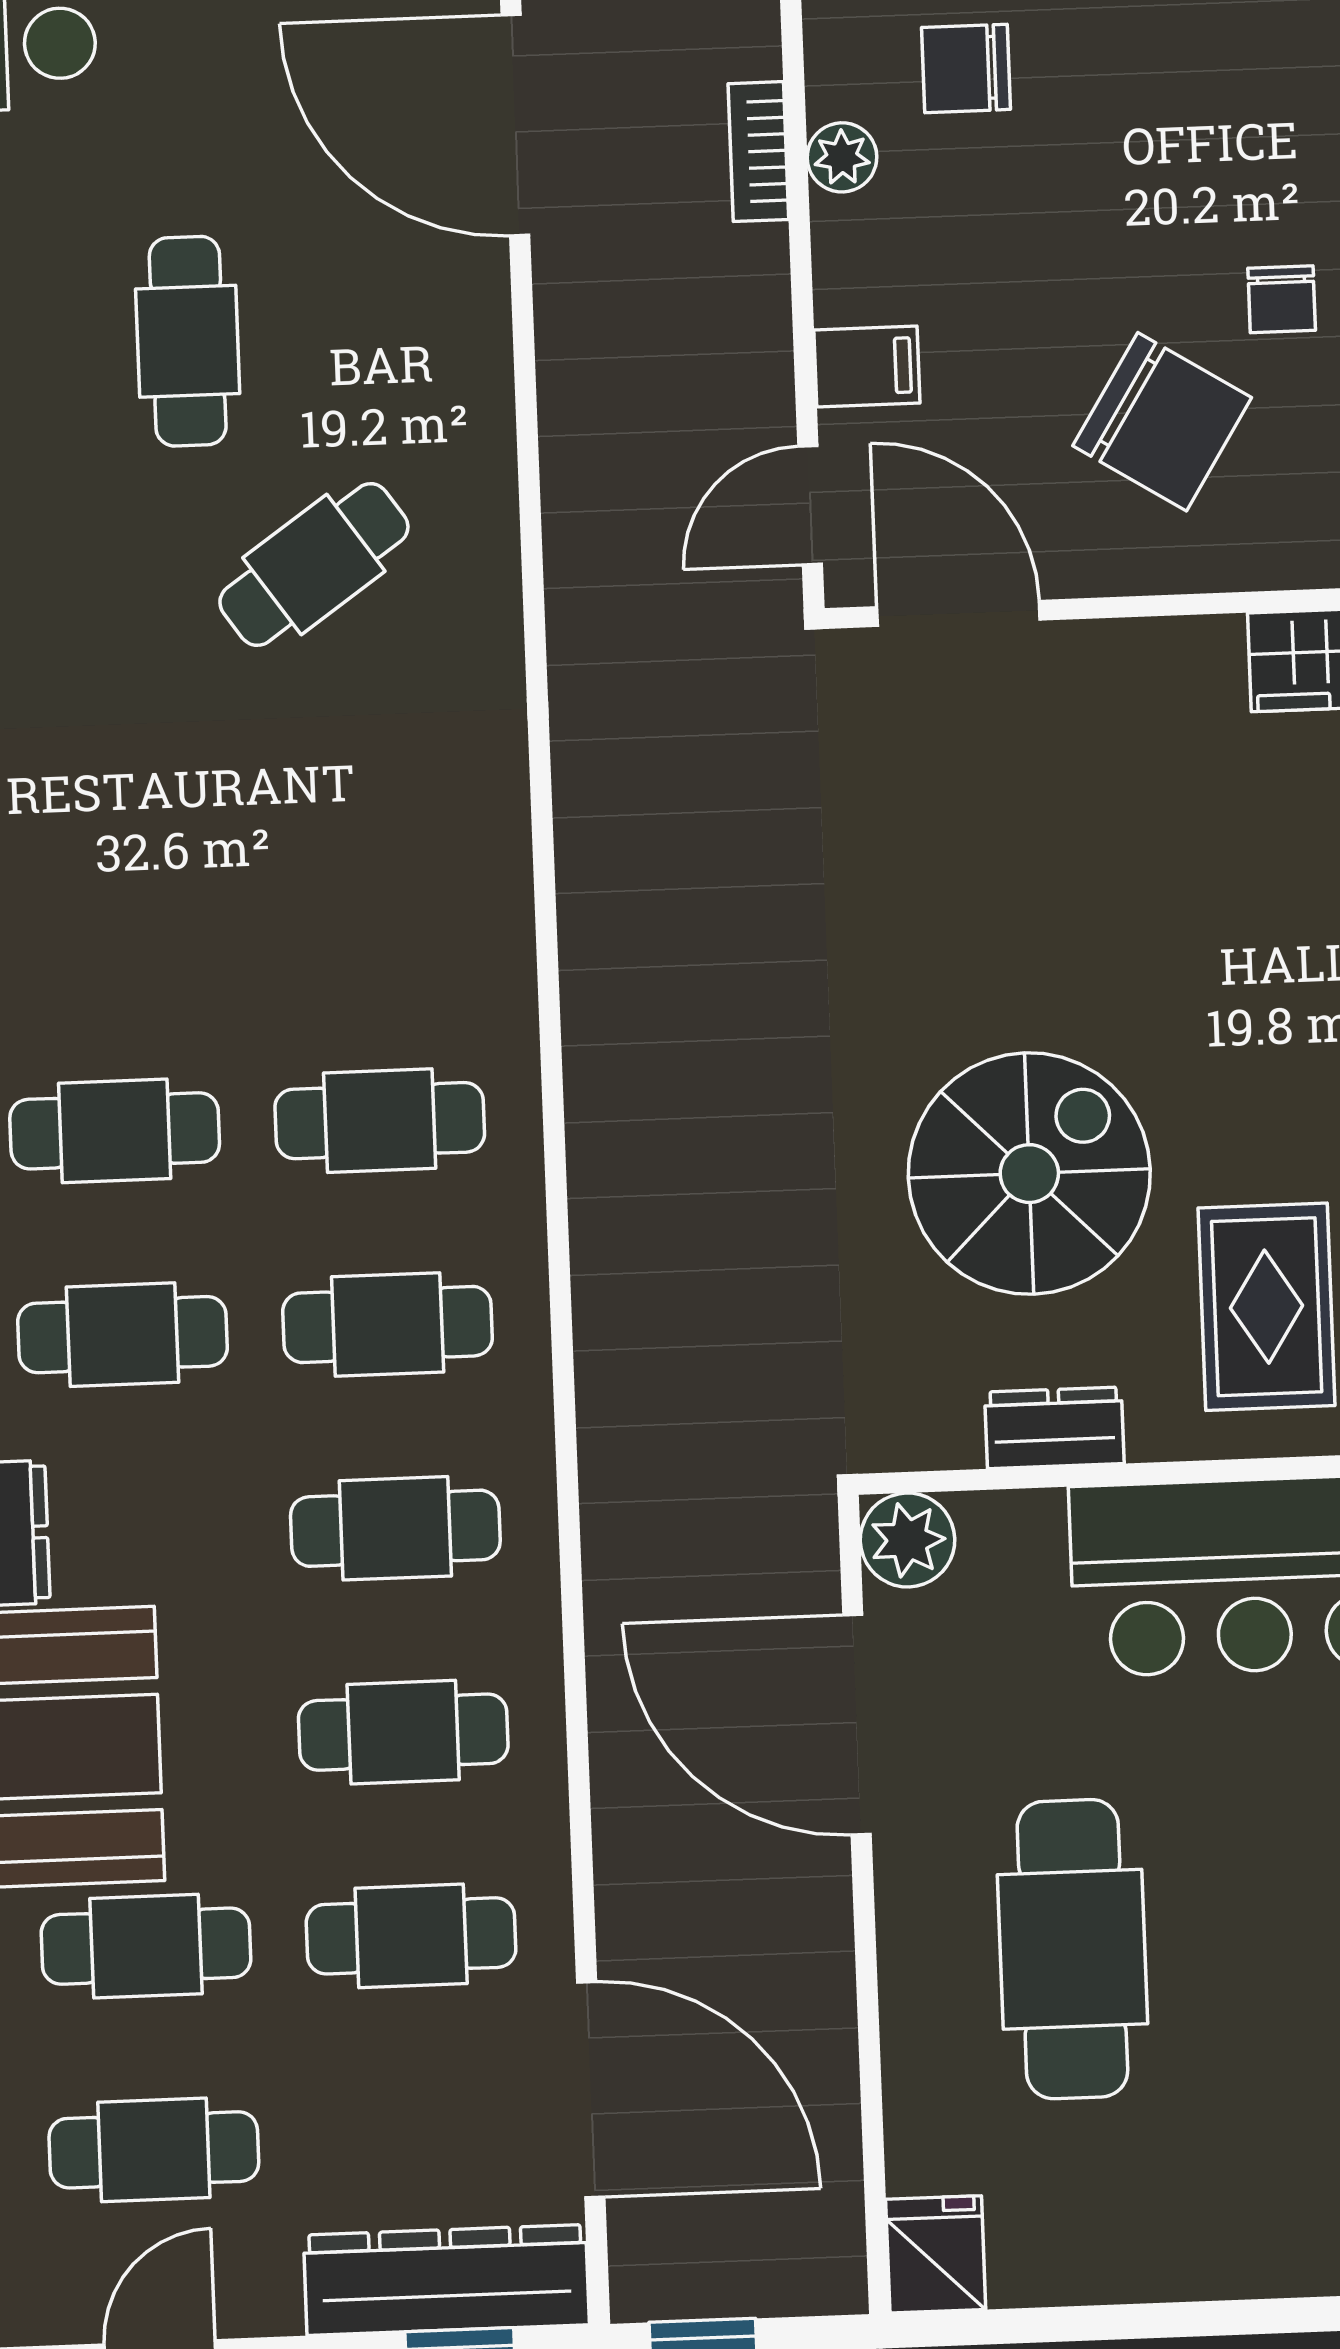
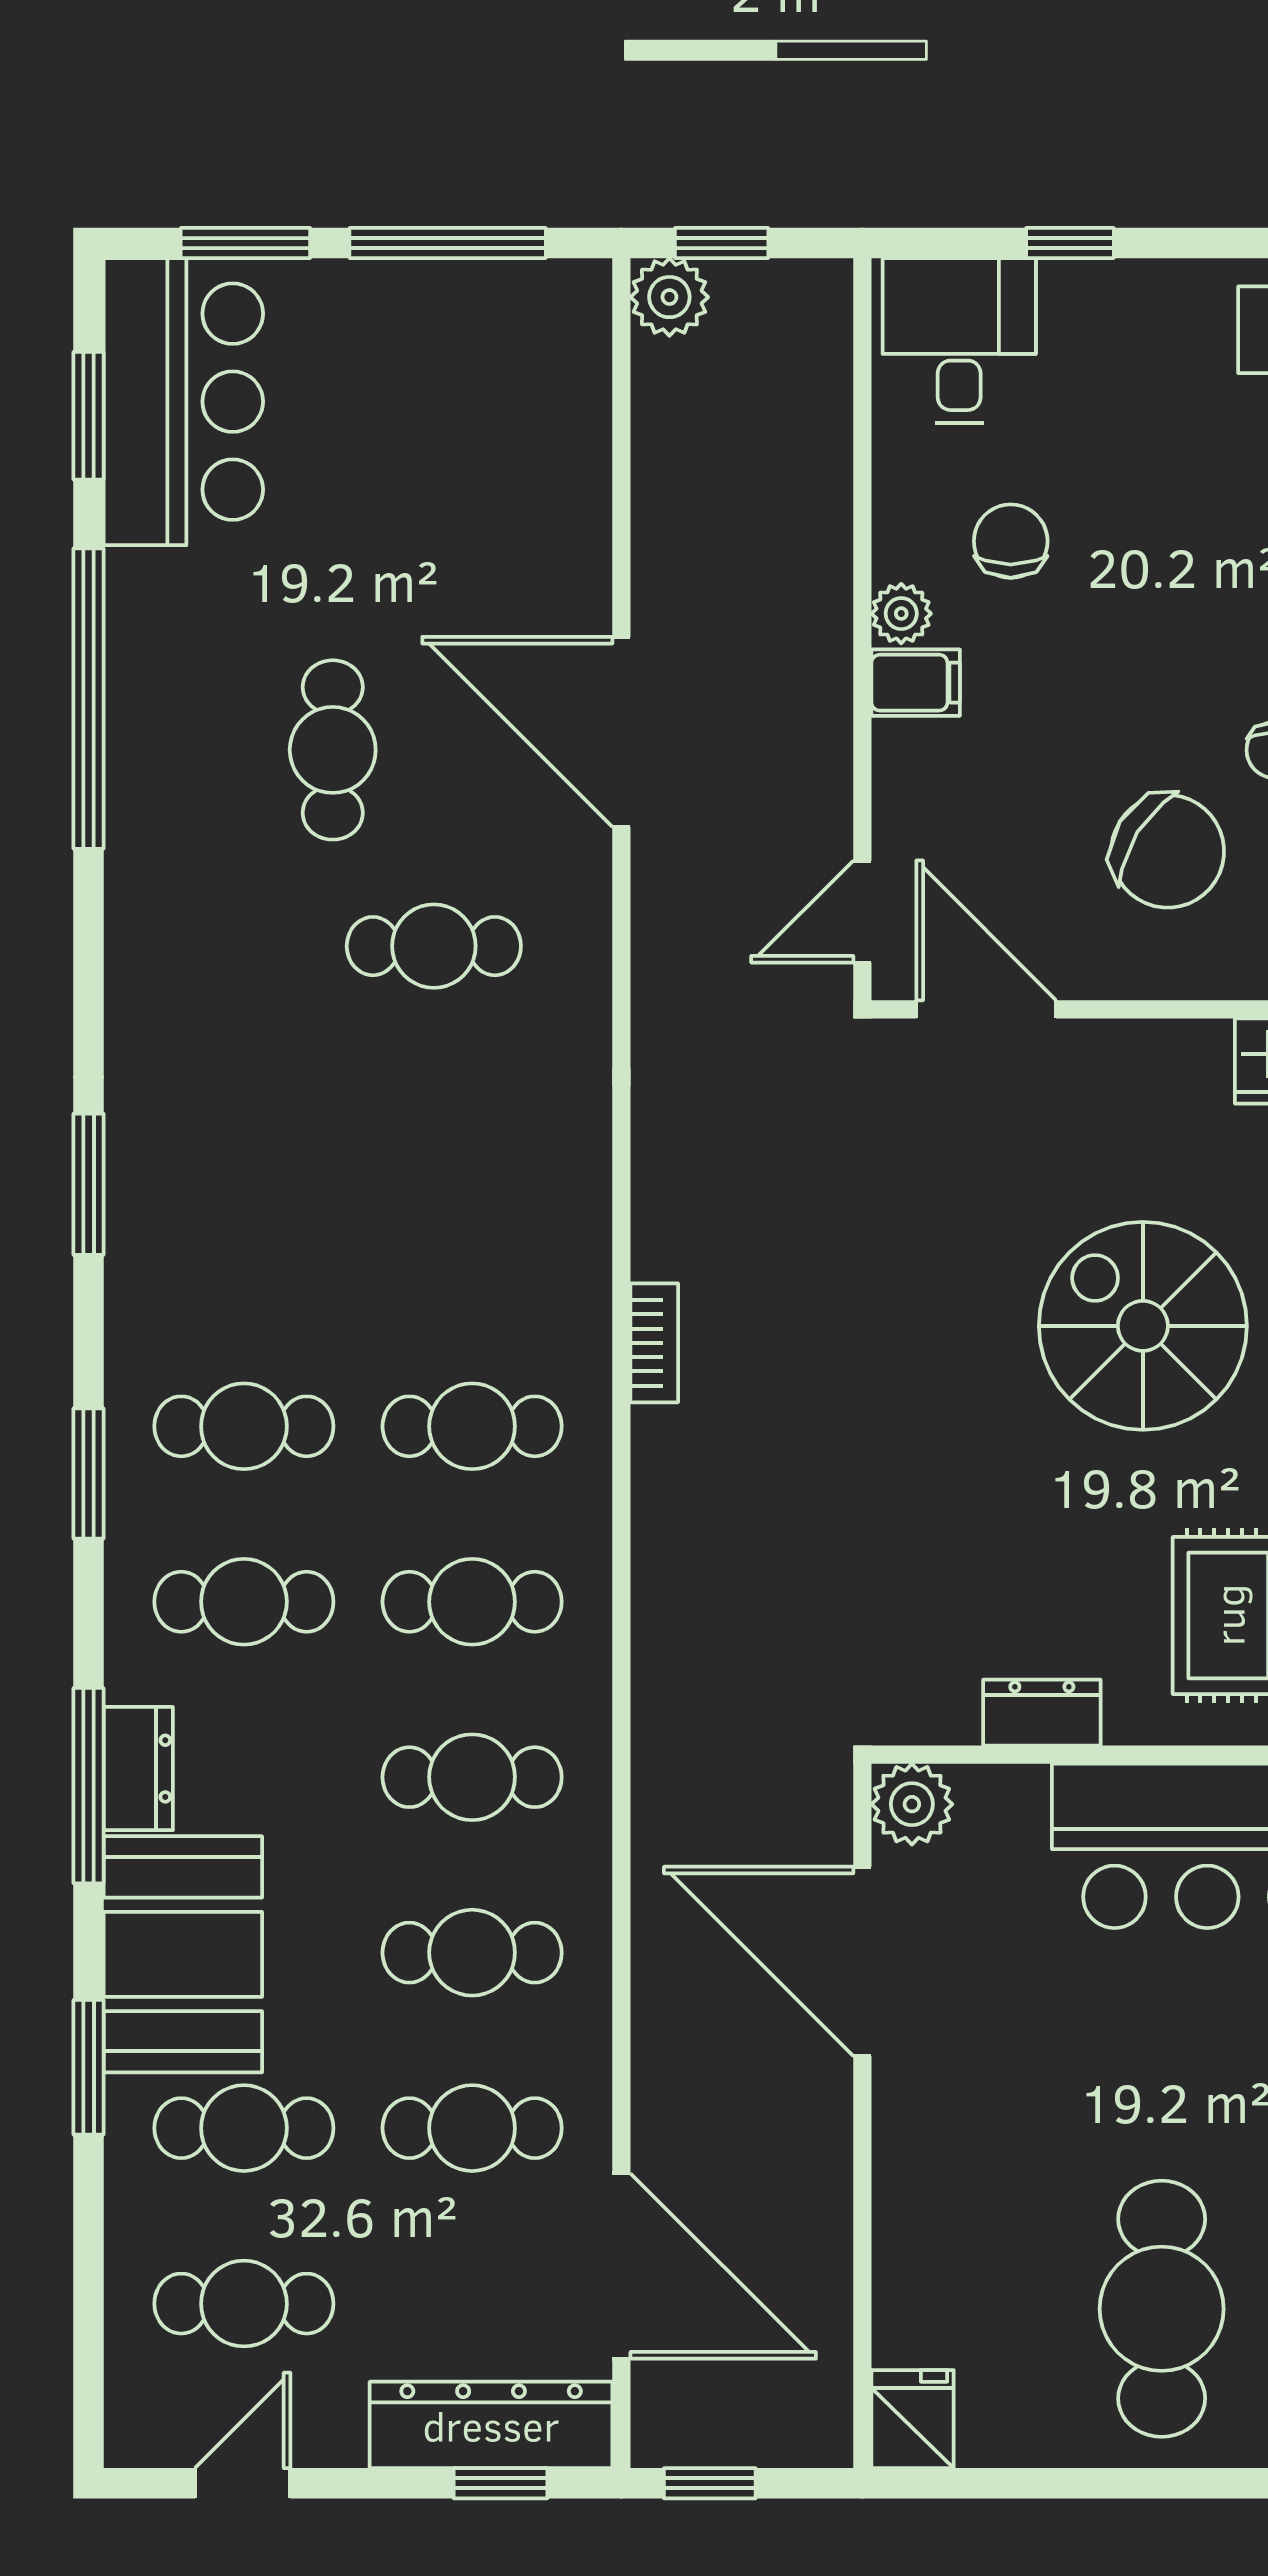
chair: (966, 68) -> (1011, 541), turned 90
door: (515, 125) -> (621, 732), moved
bookcase: (758, 152) -> (654, 1343), moved, turned 180
filing cabinet: (867, 367) -> (916, 683), moved
cafe table: (314, 565) -> (434, 946), turned 35
spiral stairs: (1029, 1174) -> (1143, 1326), moved, turned -90
cafe table: (1072, 1949) -> (1162, 2309), moved

